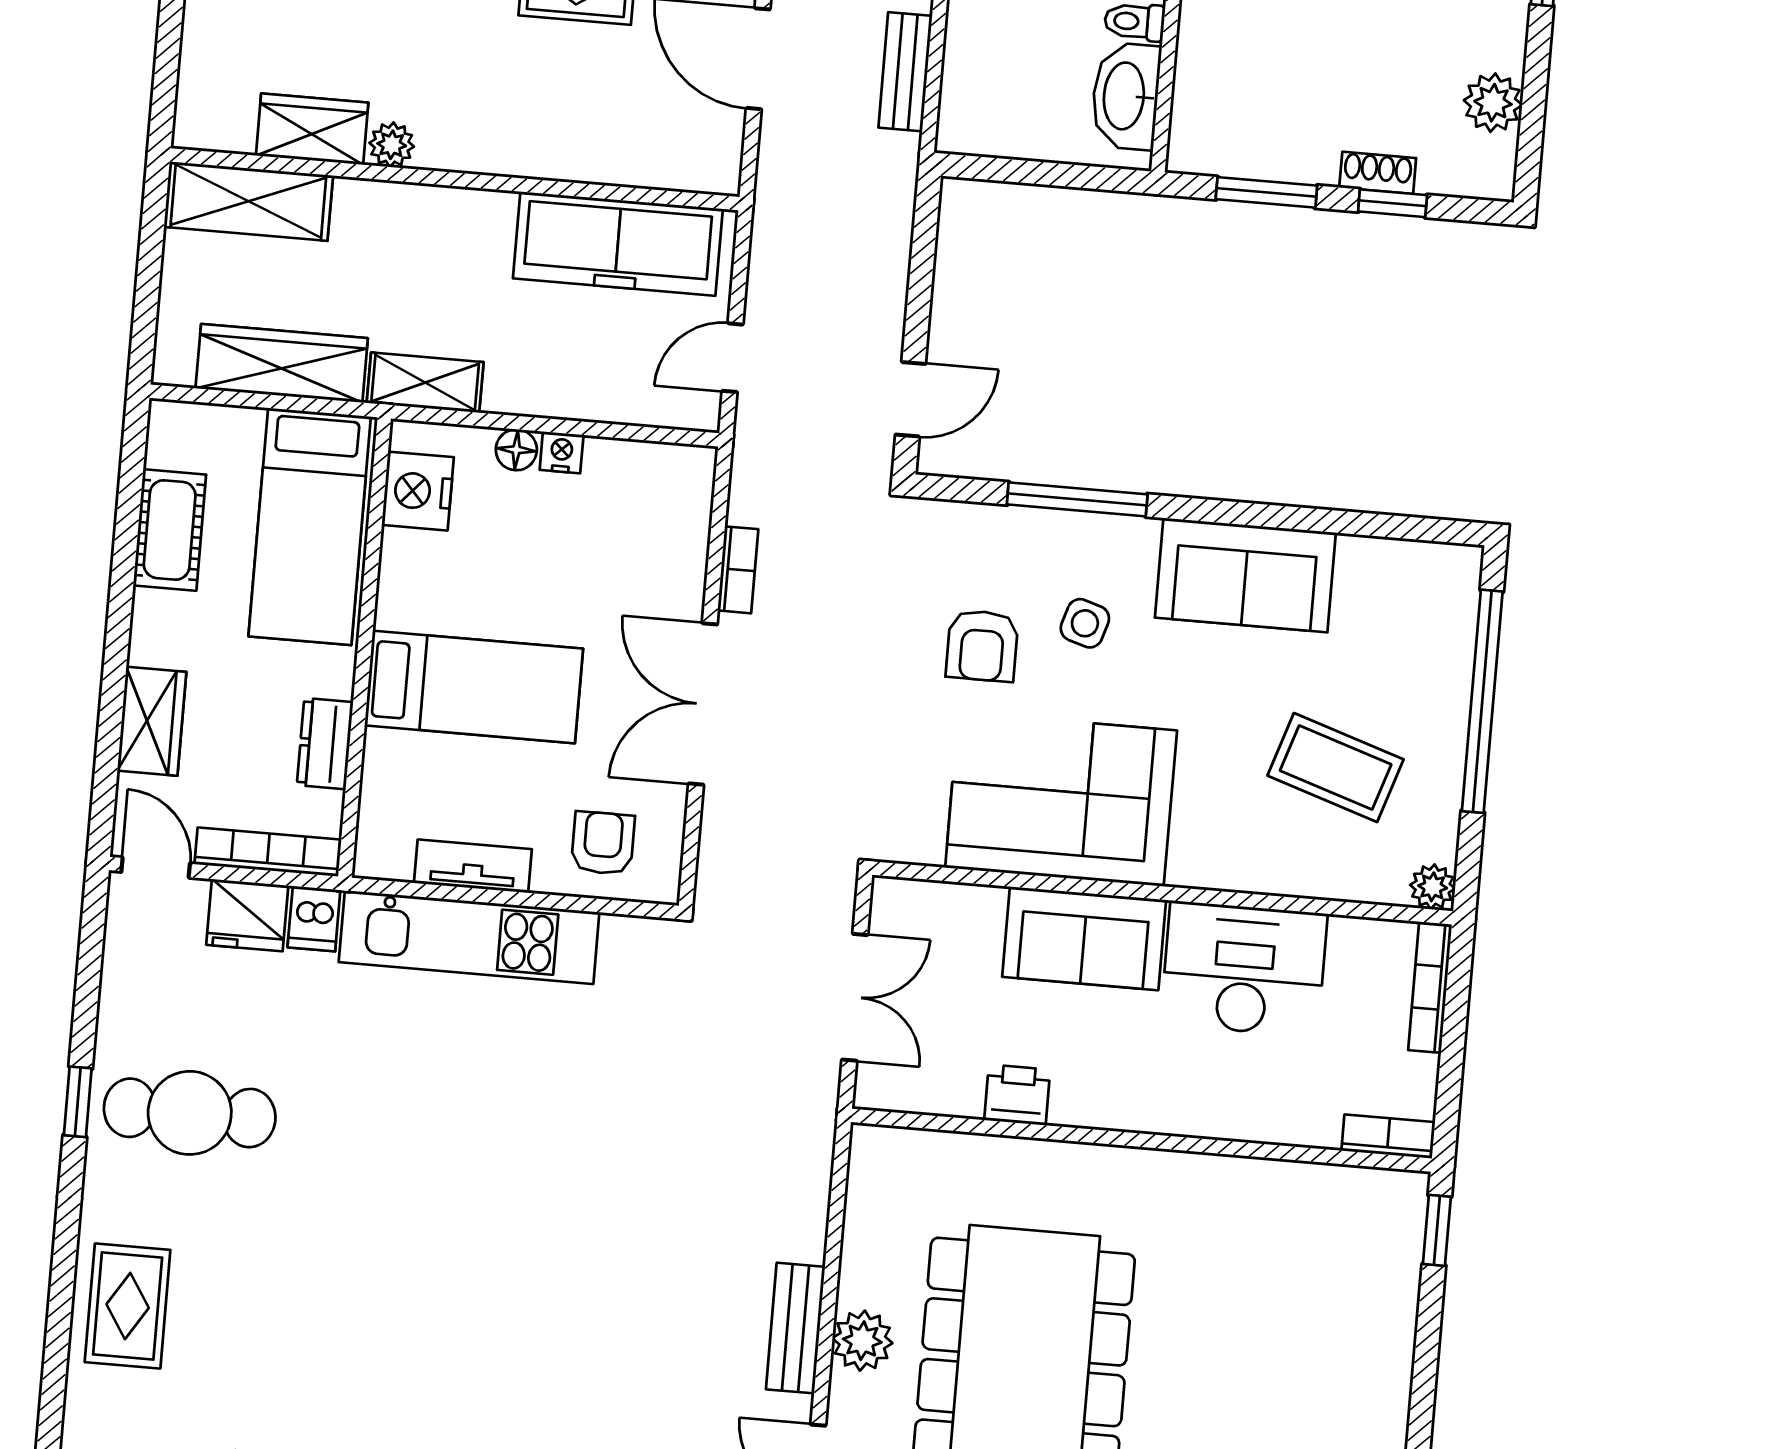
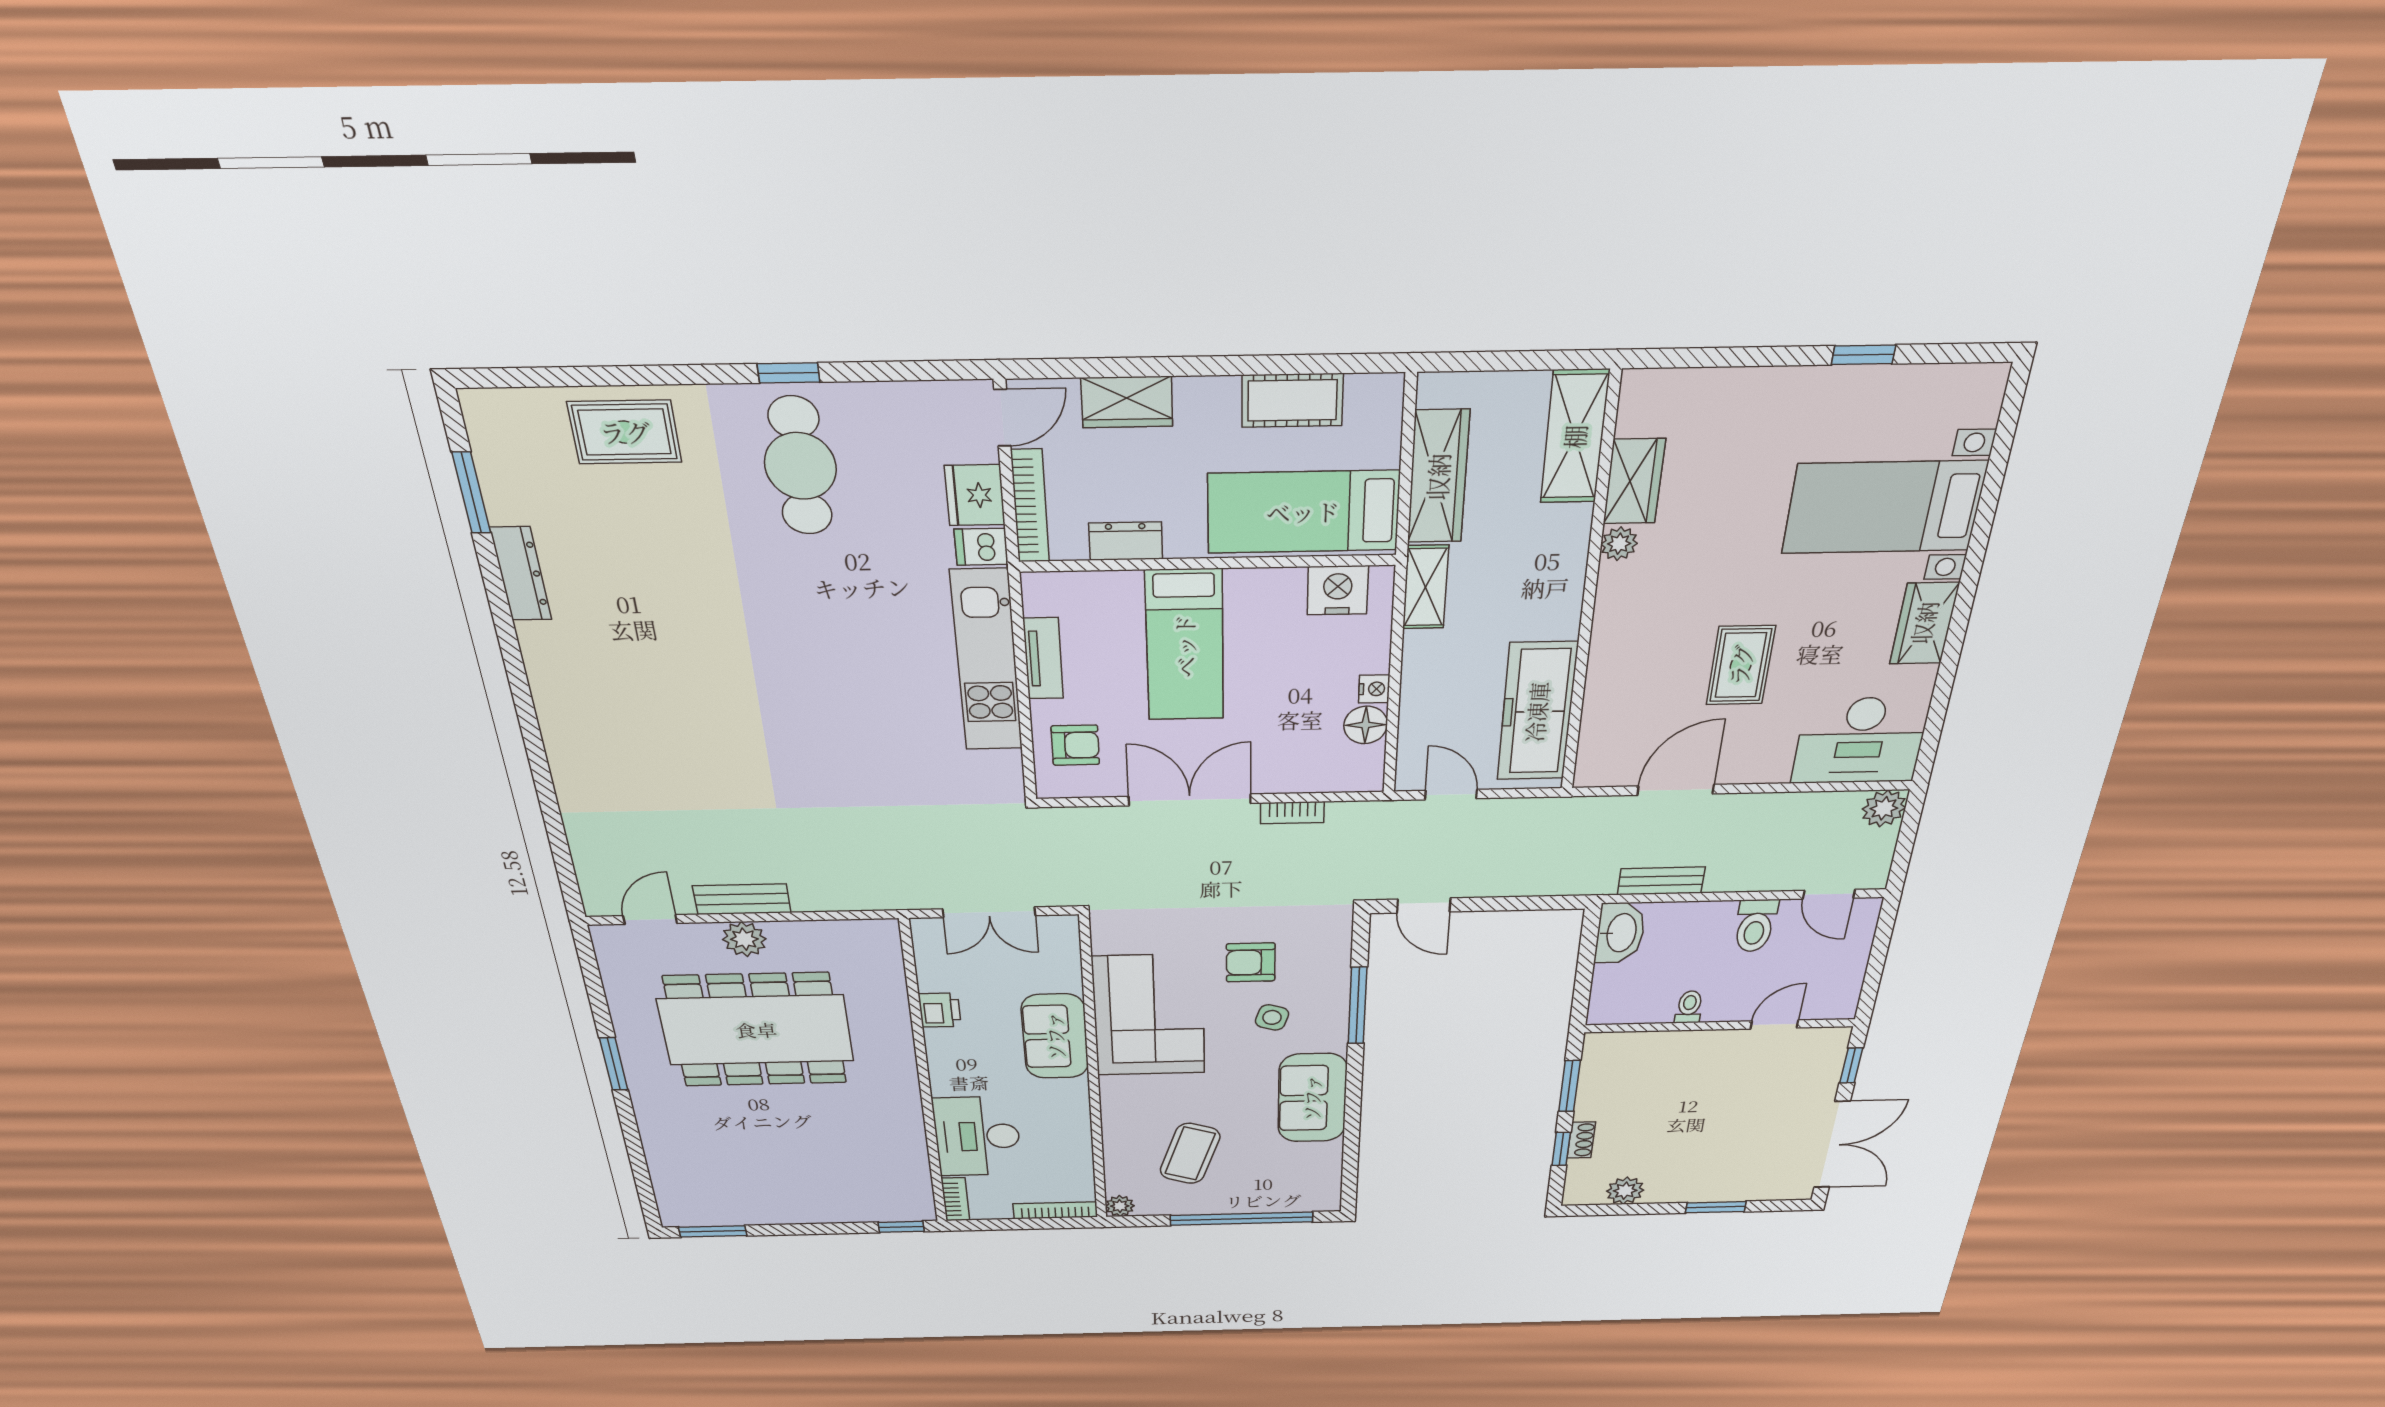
washbasin: (1126, 96) -> (1620, 933), moved, turned 90
floor lamp: (516, 450) -> (1366, 725), moved, width x1.37, depth x1.37
desk: (1244, 969) -> (977, 1136), moved, turned 180

